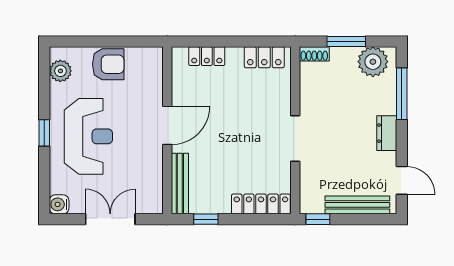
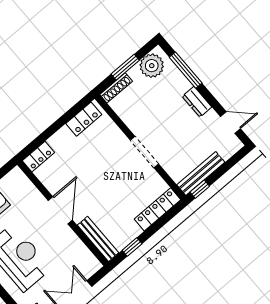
shoe rack: (314, 54) -> (116, 88), width x1.43
locker: (207, 56) -> (38, 157), moved
bench: (357, 205) -> (201, 173), moved

